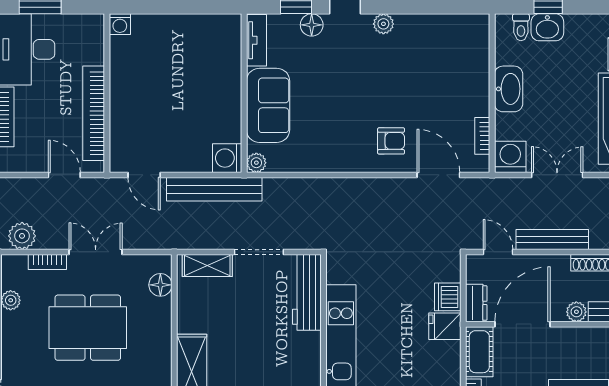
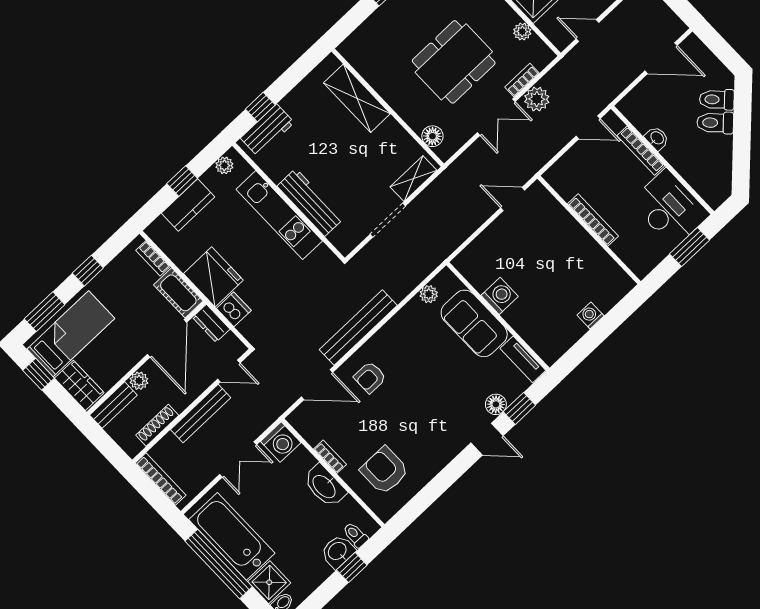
washing machine: (120, 24) -> (591, 316), moved
plant: (383, 24) -> (449, 450), removed
armchair: (450, 56) -> (384, 471), added
bookcase: (94, 113) -> (593, 220), width x0.68, depth x0.76
bookcase: (482, 136) -> (330, 457), moved
washing machine: (227, 158) -> (500, 296), moved
plant: (256, 163) -> (429, 294), moved
door: (64, 175) -> (588, 127), moved
bench: (214, 189) -> (358, 327), moved
plant: (22, 236) -> (537, 99), moved
workbench: (307, 292) -> (310, 202), moved
fridge: (445, 326) -> (213, 277), width x1.88, depth x1.34

